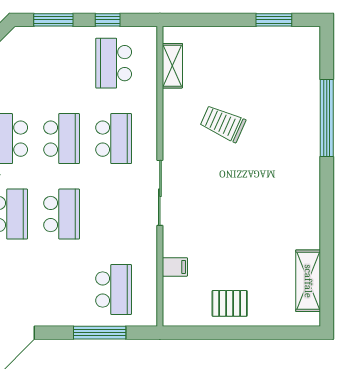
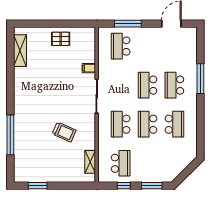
filing cabinet: (175, 267) -> (89, 68), moved

